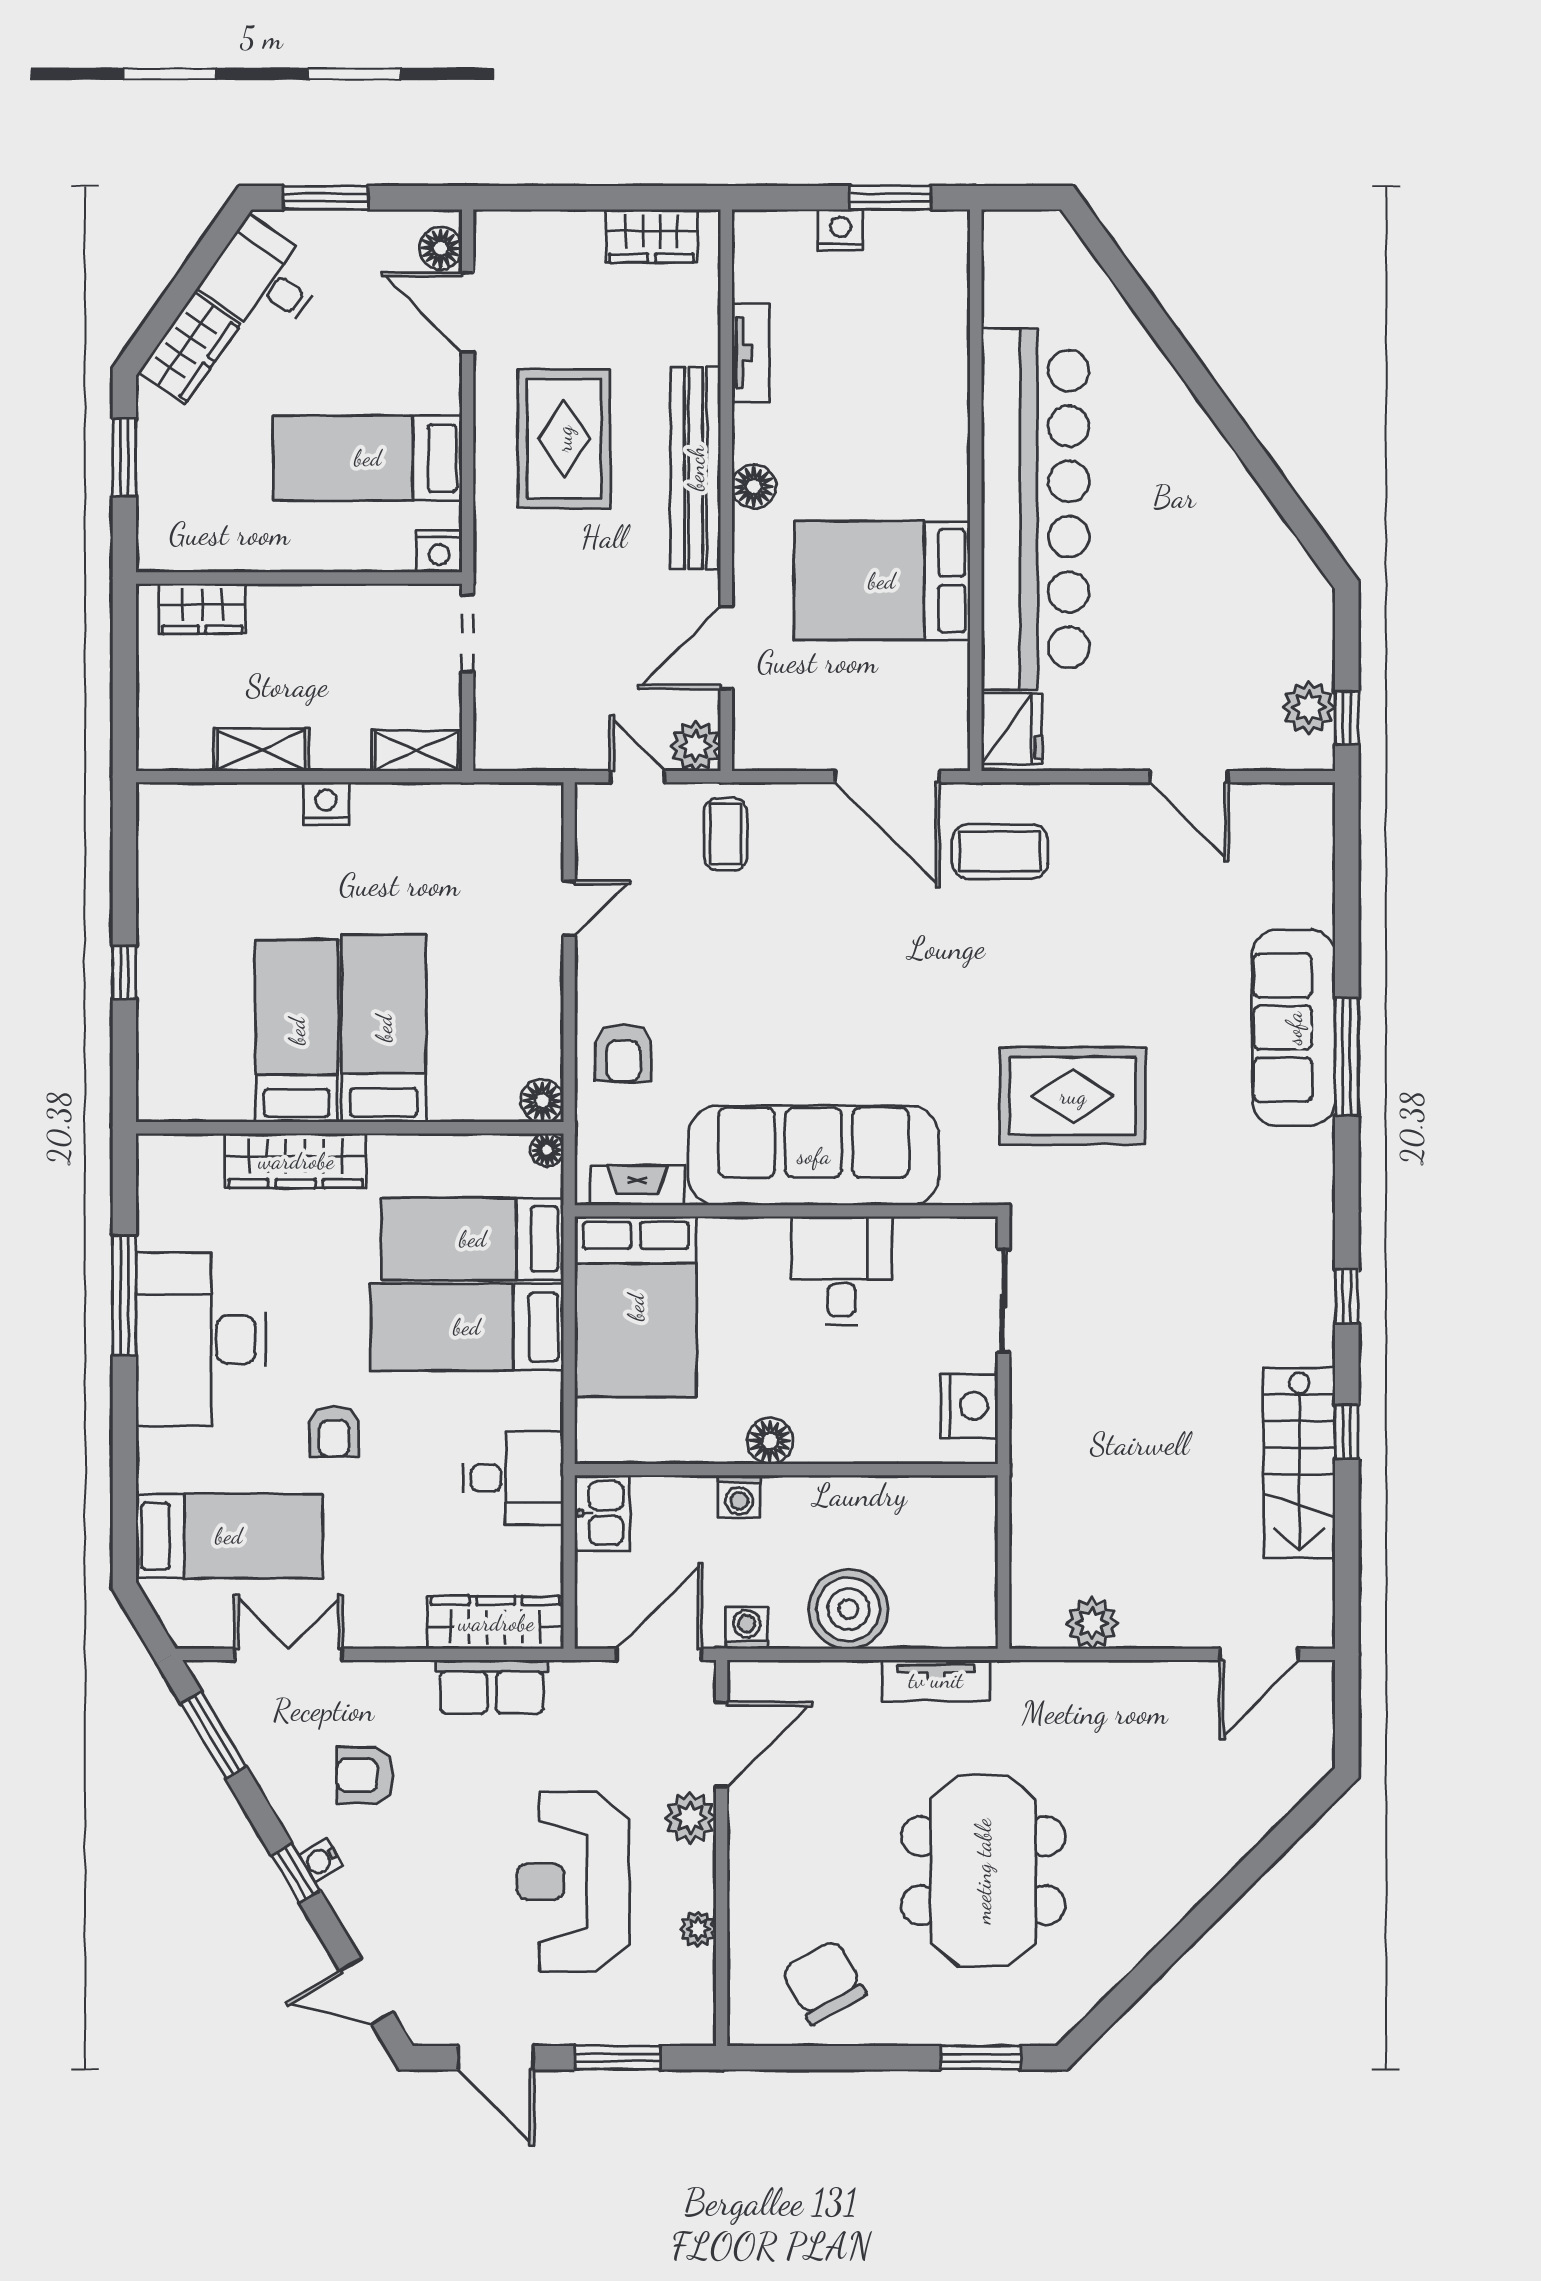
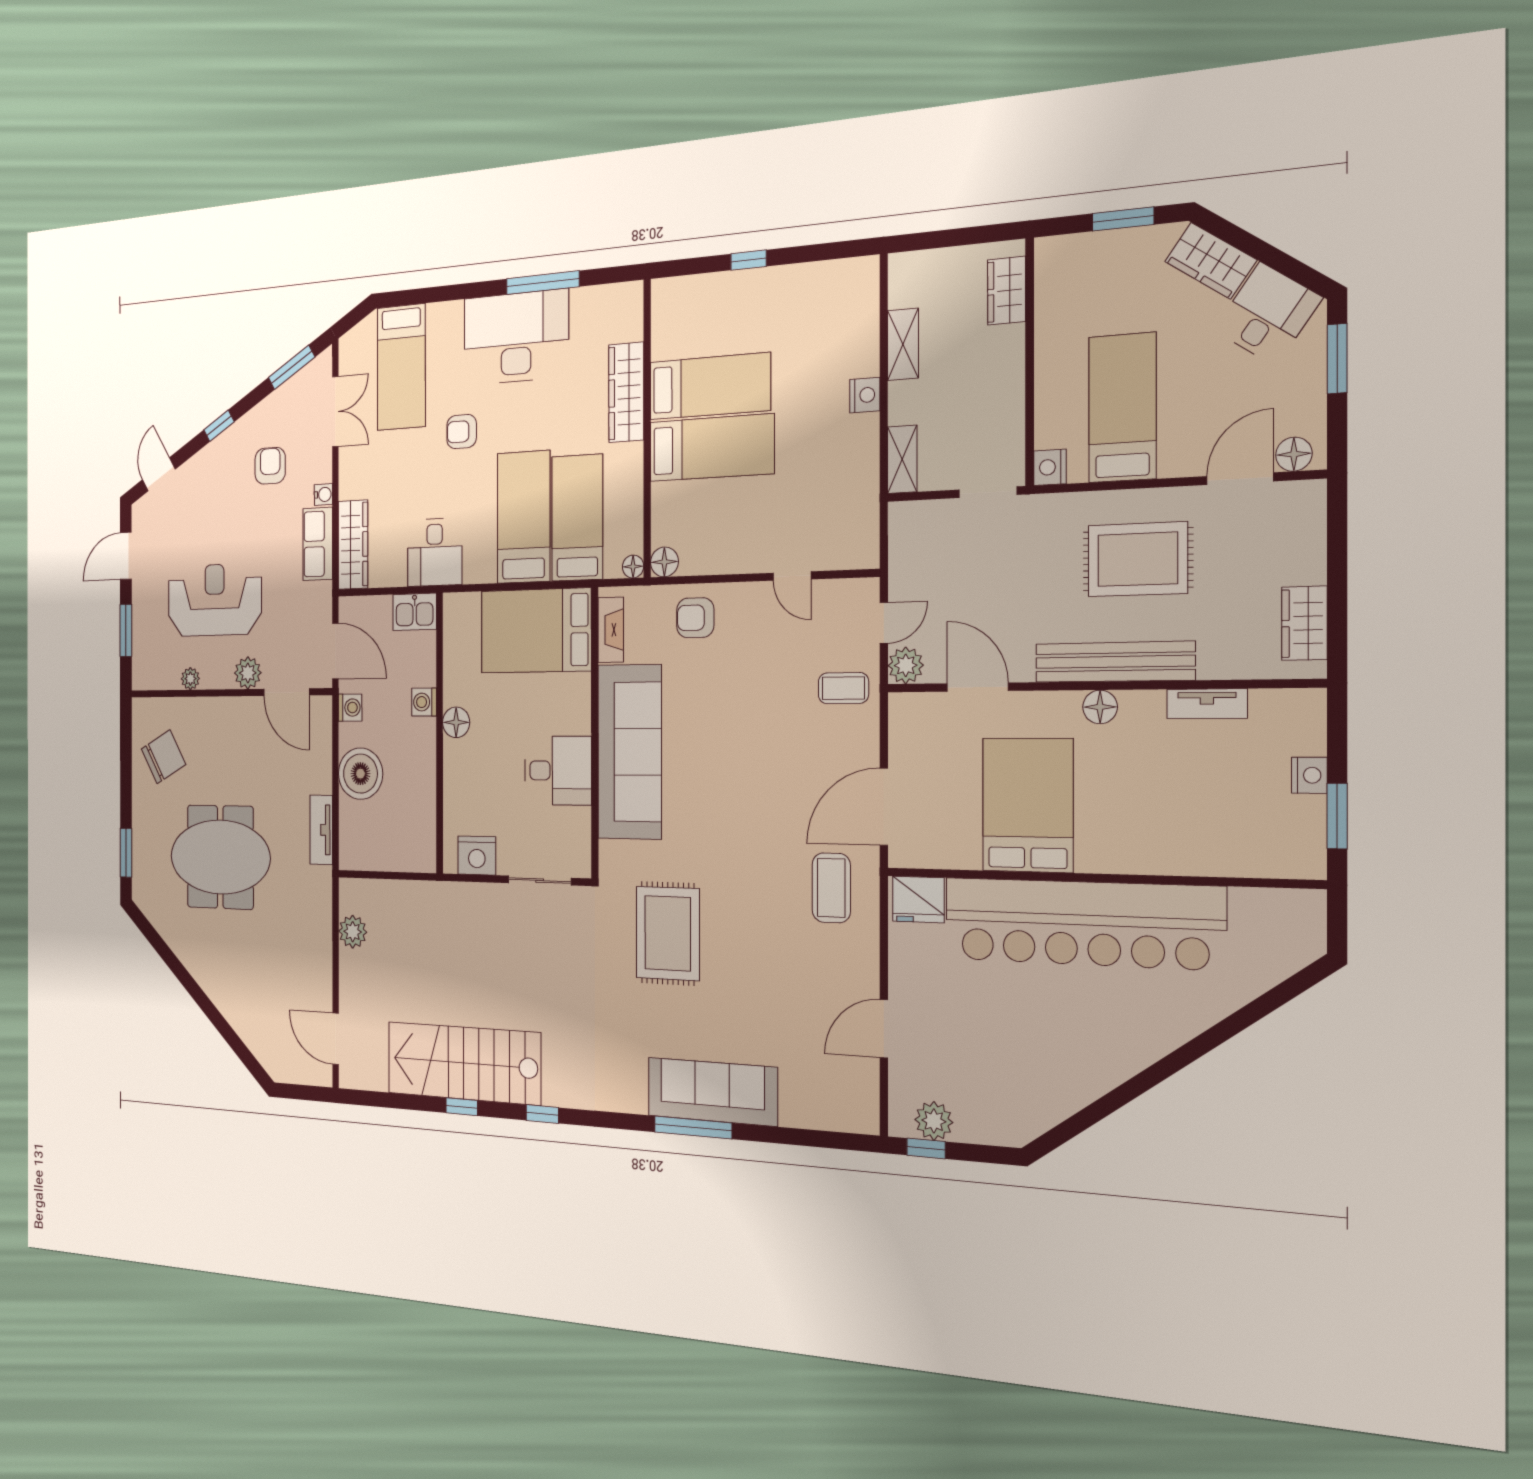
stairs: (1299, 1463) -> (464, 1063), width x1.36, depth x1.51
water cooler: (321, 1860) -> (323, 494), moved, turned 121

